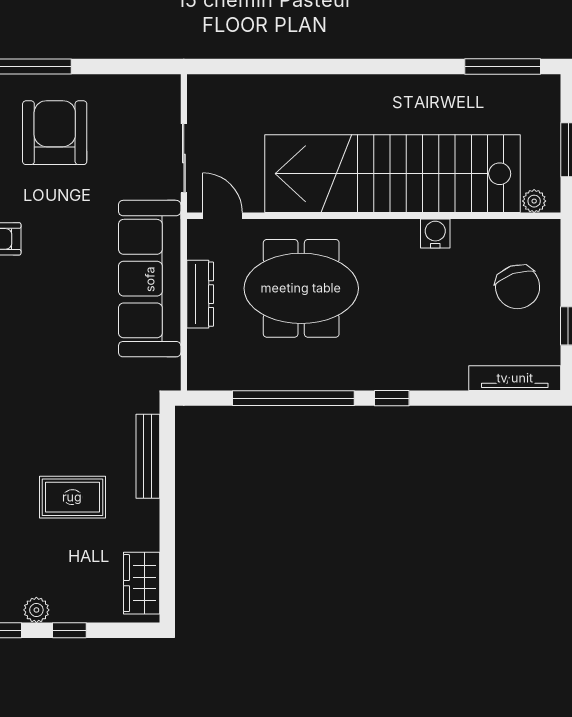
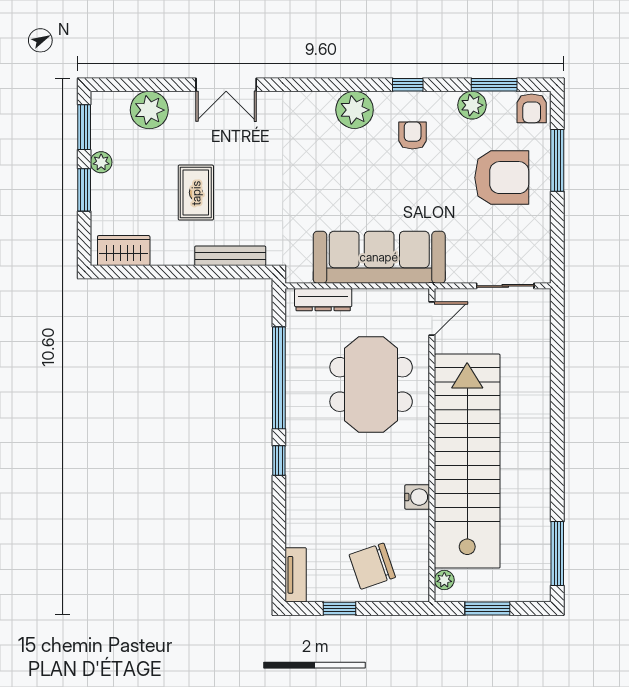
sliding door: (184, 158) -> (505, 286), moved
dresser: (200, 294) -> (323, 300), moved
tv unit: (515, 378) -> (296, 575), width x0.71
window: (69, 630) -> (84, 190), width x1.50

